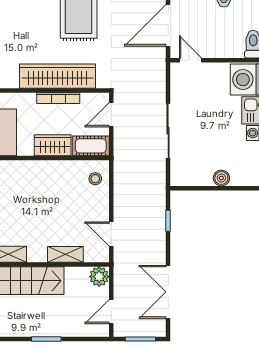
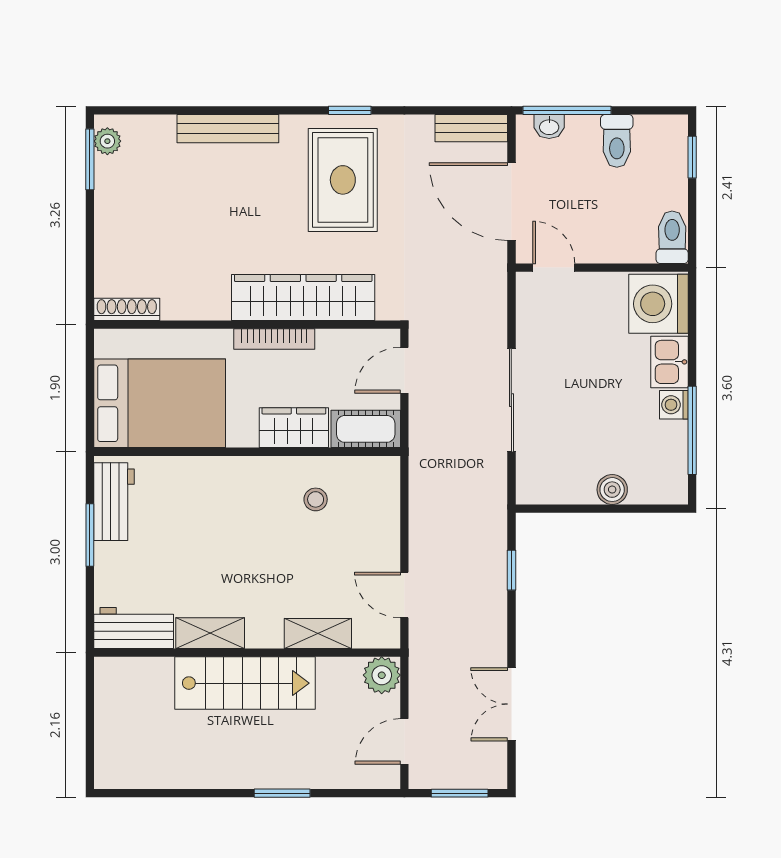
door: (168, 25) -> (511, 202), hinge flipped
bookcase: (58, 98) -> (274, 339), moved
stool: (95, 179) -> (316, 499), moved
double door: (168, 292) -> (511, 704), width x0.73

